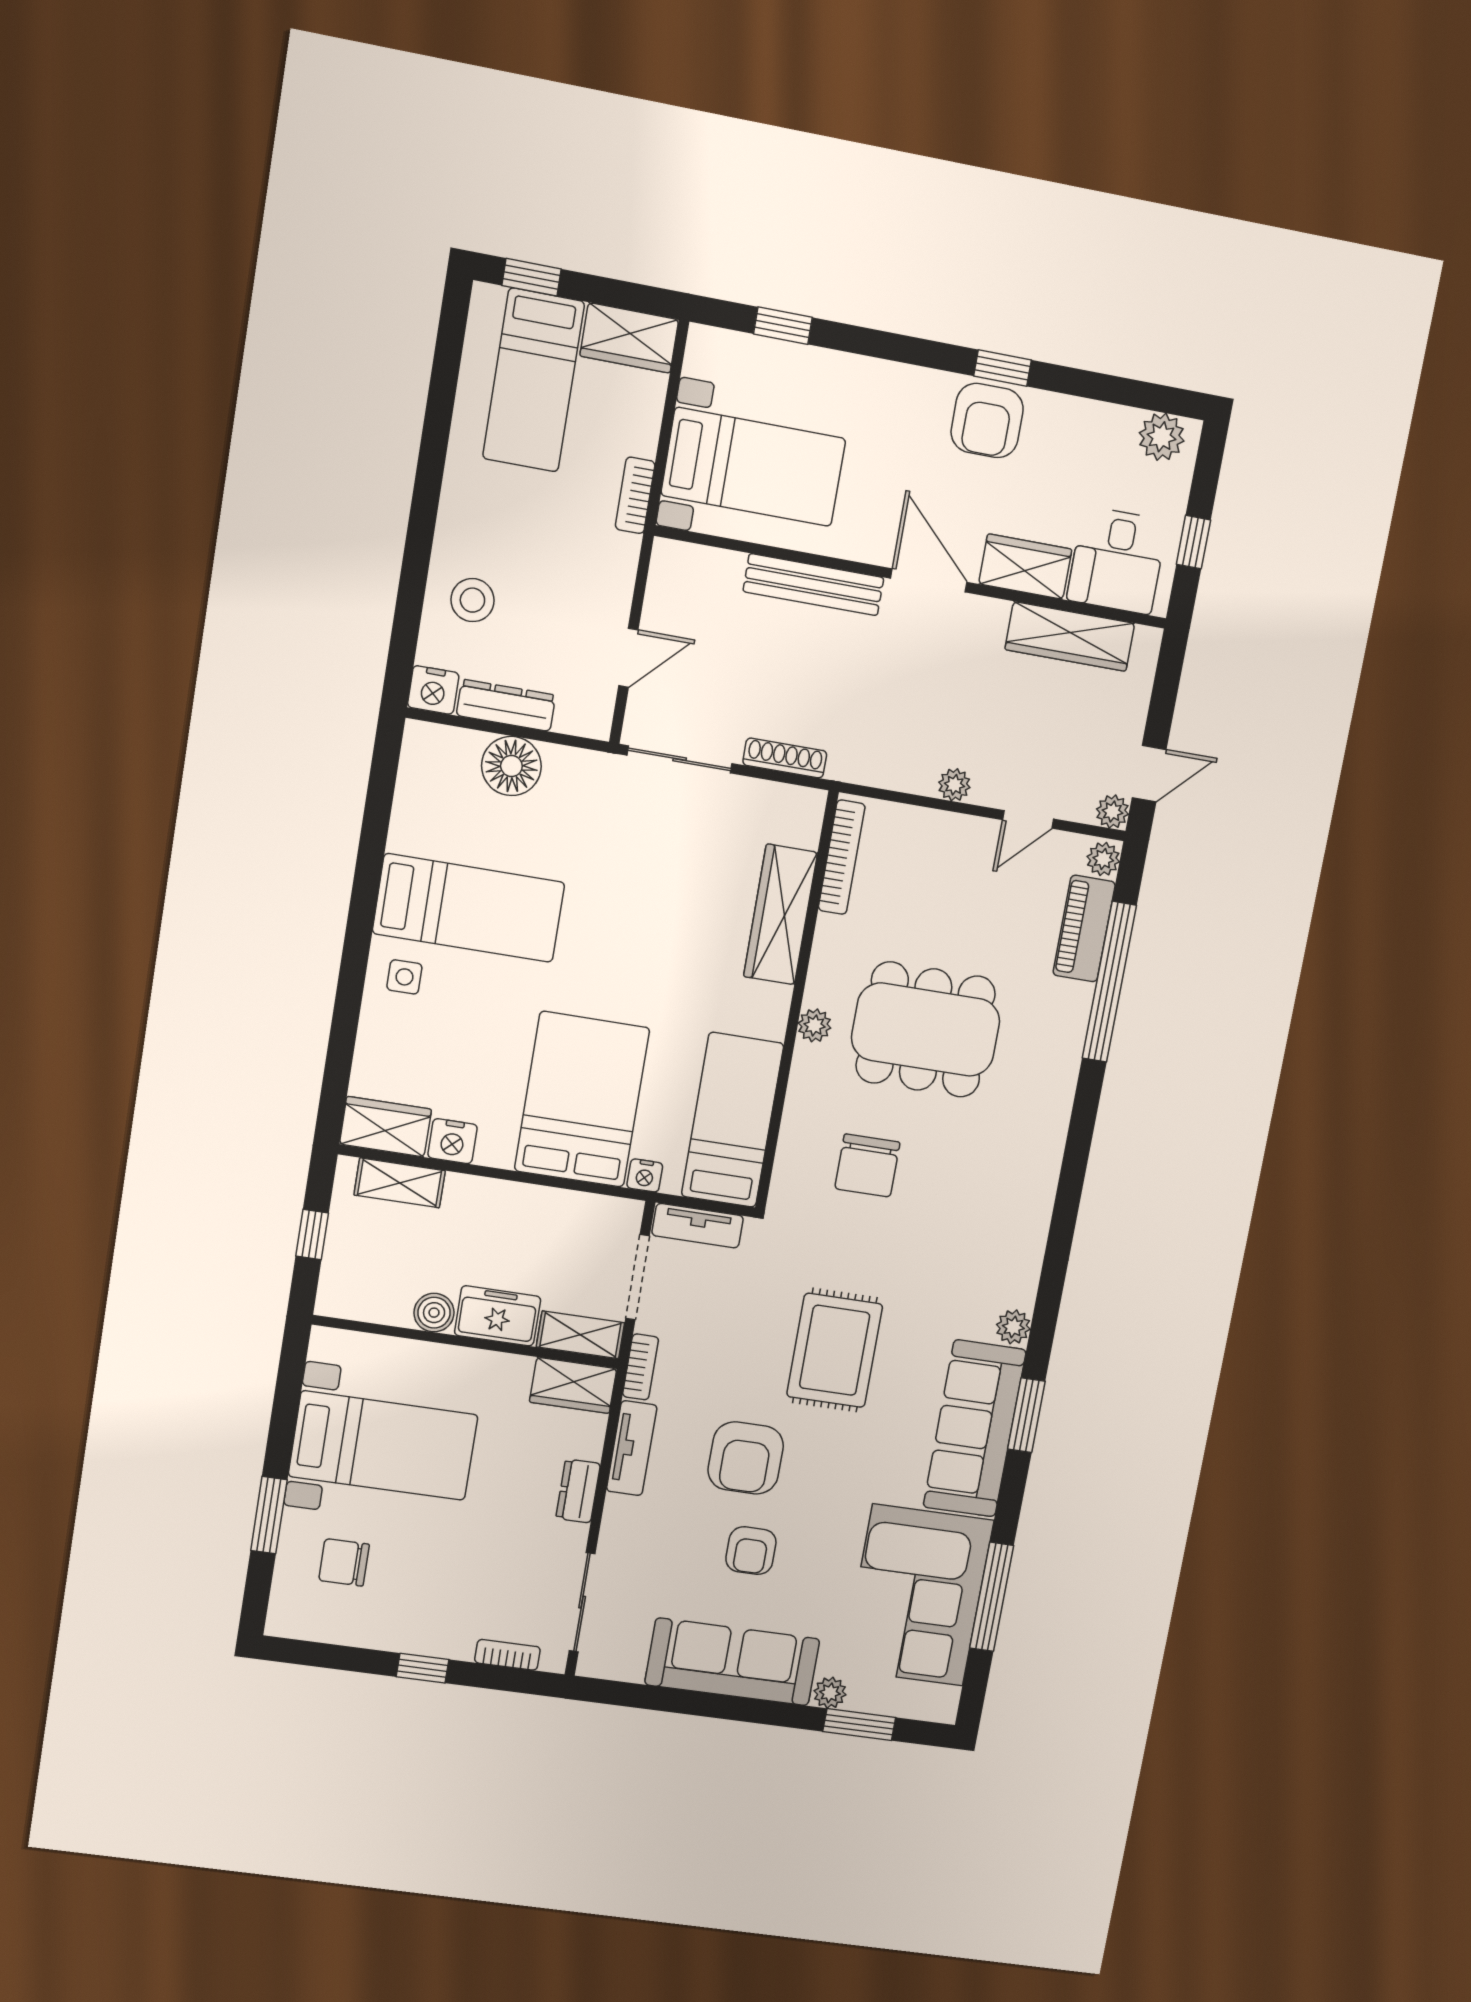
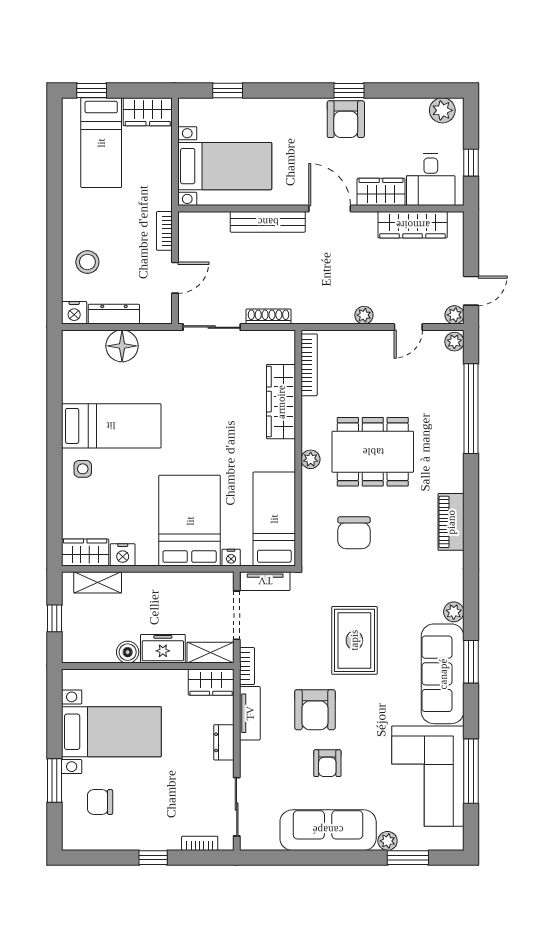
bookcase: (635, 495) -> (164, 231), moved
piano: (1084, 929) -> (451, 522), moved

